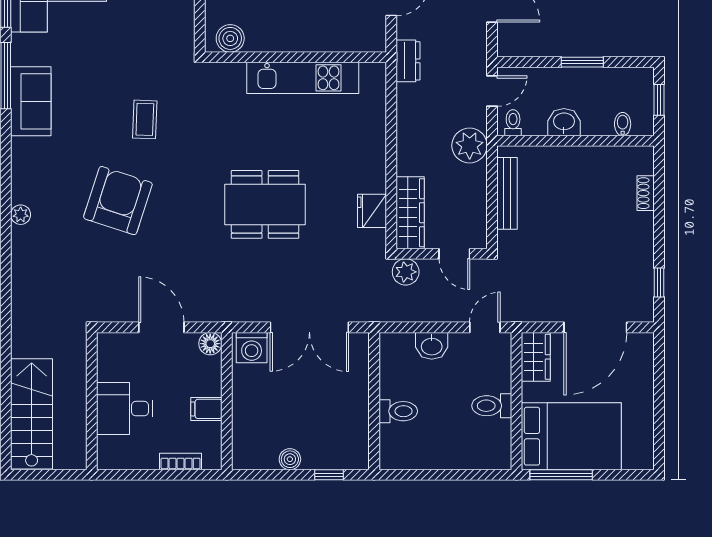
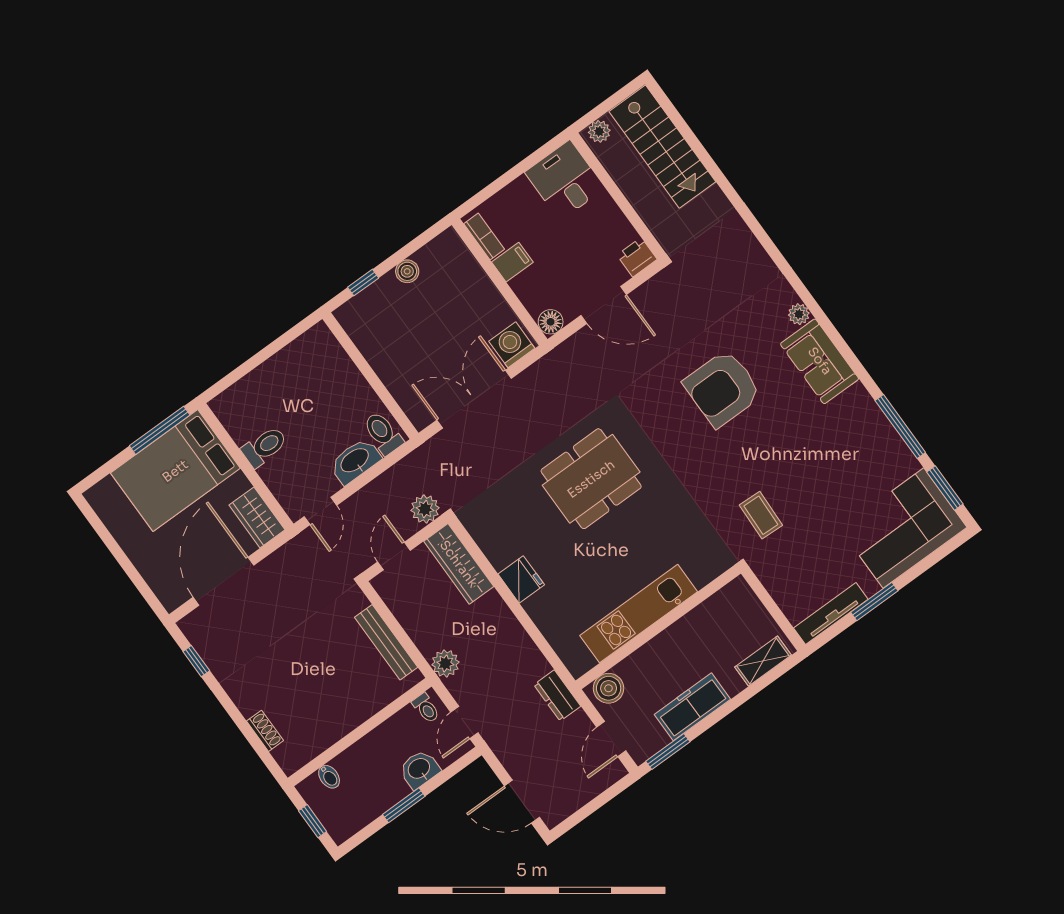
boiler: (230, 38) -> (609, 688), moved
sofa: (31, 101) -> (820, 361), moved
coffee table: (145, 119) -> (761, 515), moved
washbasin: (564, 122) -> (419, 769), moved, turned 180
plant: (470, 146) -> (445, 663), width x0.73, depth x0.73
armchair: (118, 201) -> (723, 388), turned 72
fridge: (372, 211) -> (521, 579), moved
door: (454, 254) -> (394, 556), hinge flipped
printer: (111, 345) -> (637, 257), added
washbasin: (432, 346) -> (355, 461), width x1.38
desk: (125, 409) -> (565, 180), moved, turned -90
toilet: (398, 411) -> (383, 433), moved, turned 90
plant: (71, 459) -> (599, 131), added
bookcase: (181, 461) -> (484, 237), moved, turned -90

